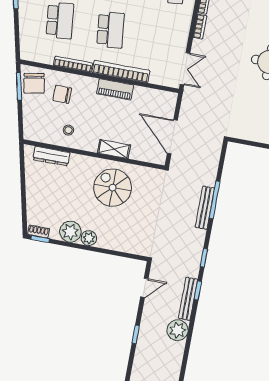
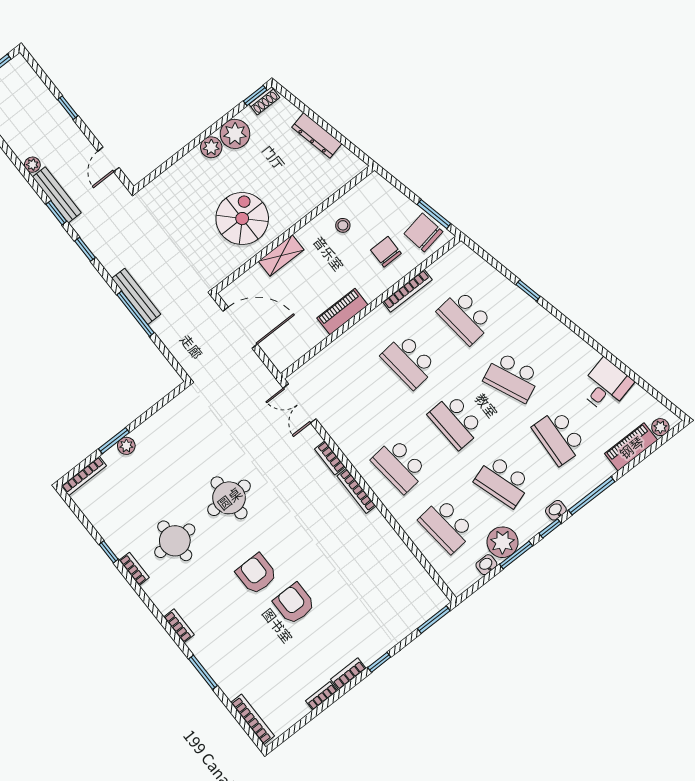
bookcase: (121, 72) -> (356, 334), removed
chair: (62, 94) -> (386, 252), turned -90
dresser: (51, 156) -> (317, 135), moved, turned -103
spiral stairs: (113, 188) -> (242, 219), turned -90
plant: (178, 330) -> (32, 165), width x0.53, depth x0.53

